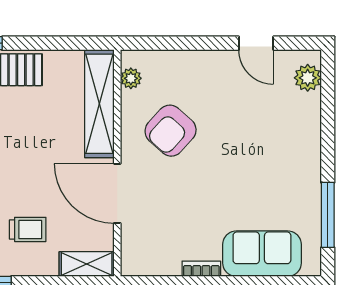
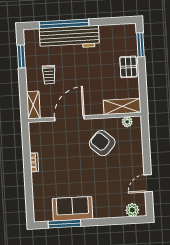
shelving: (99, 104) -> (122, 106), width x0.68
sofa: (262, 254) -> (73, 209), moved, turned -90

